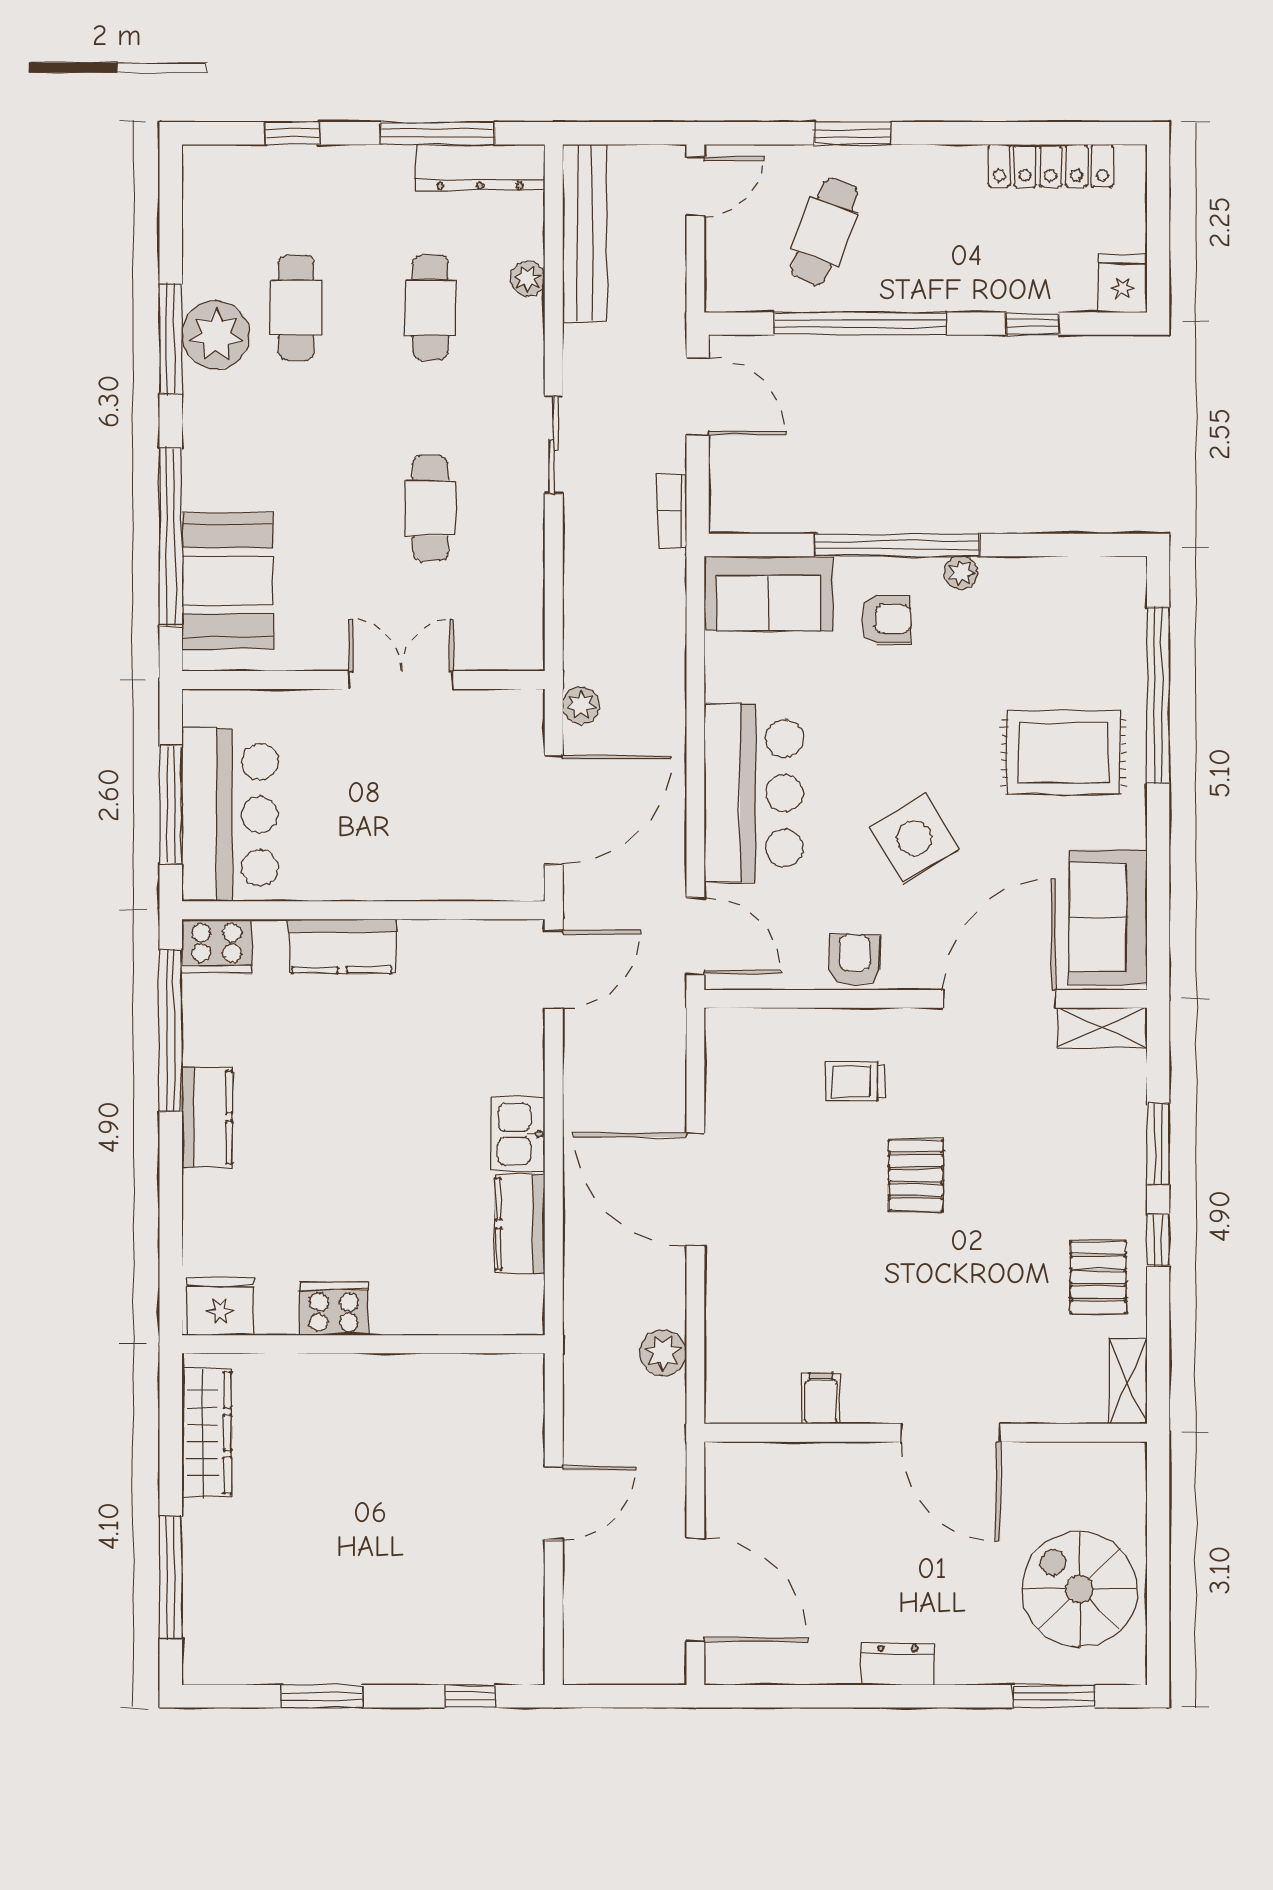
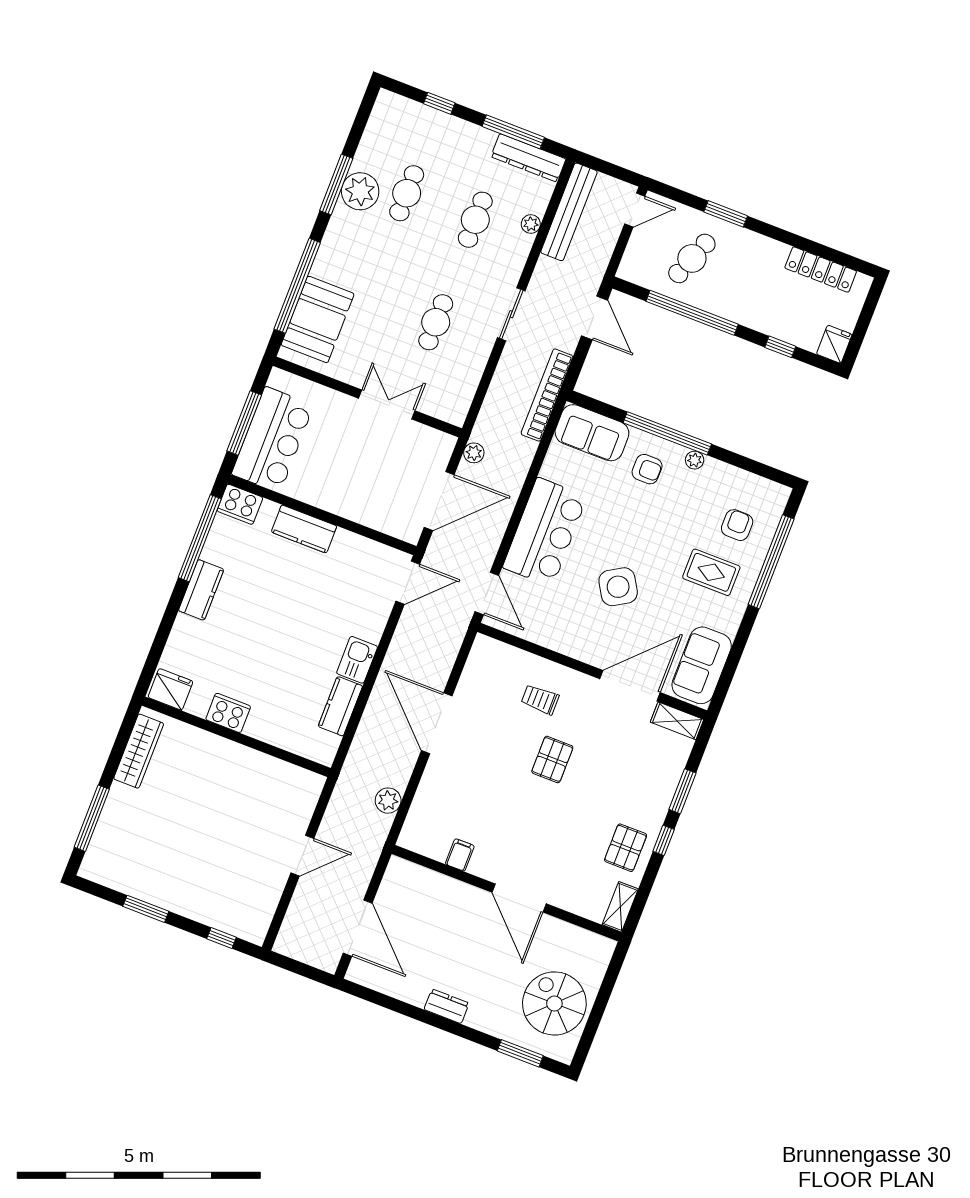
bookcase: (672, 511) -> (547, 395), width x2.31, depth x1.31
rug: (1063, 752) -> (711, 572), width x0.73, depth x0.70
armchair: (855, 960) -> (737, 525), moved

